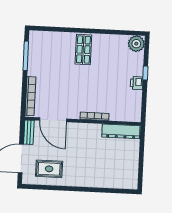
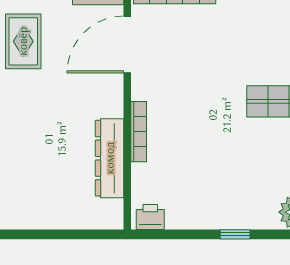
printer: (137, 83) -> (150, 217), moved
dresser: (121, 131) -> (110, 158), moved

